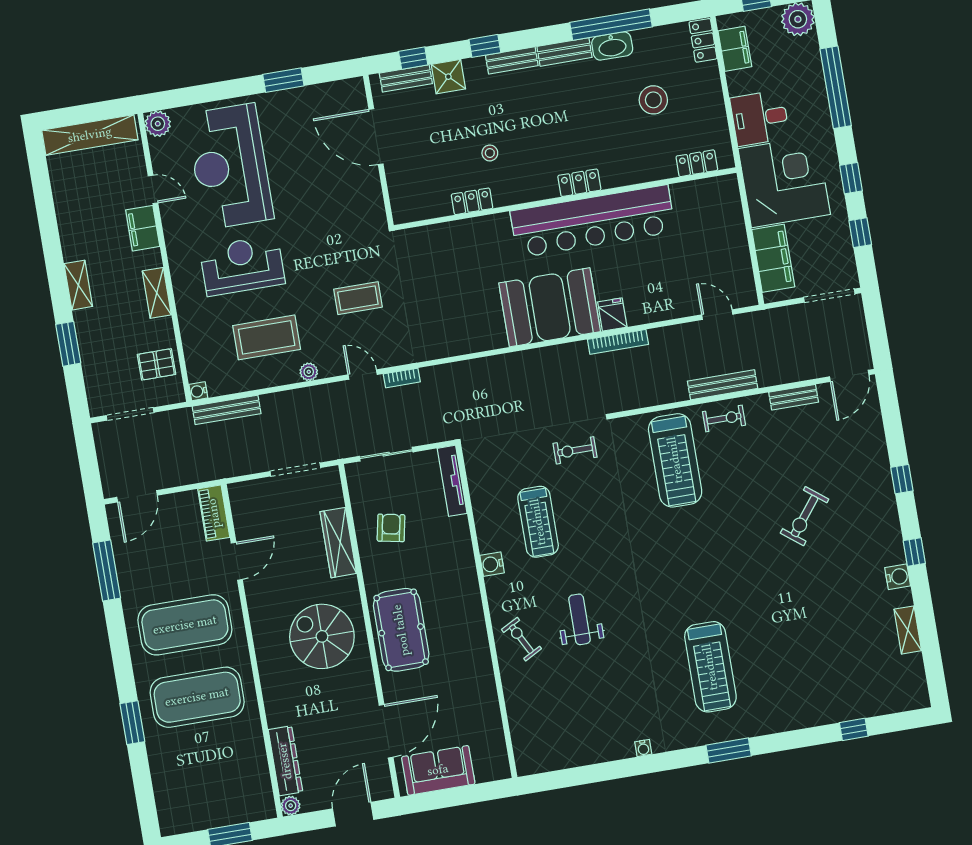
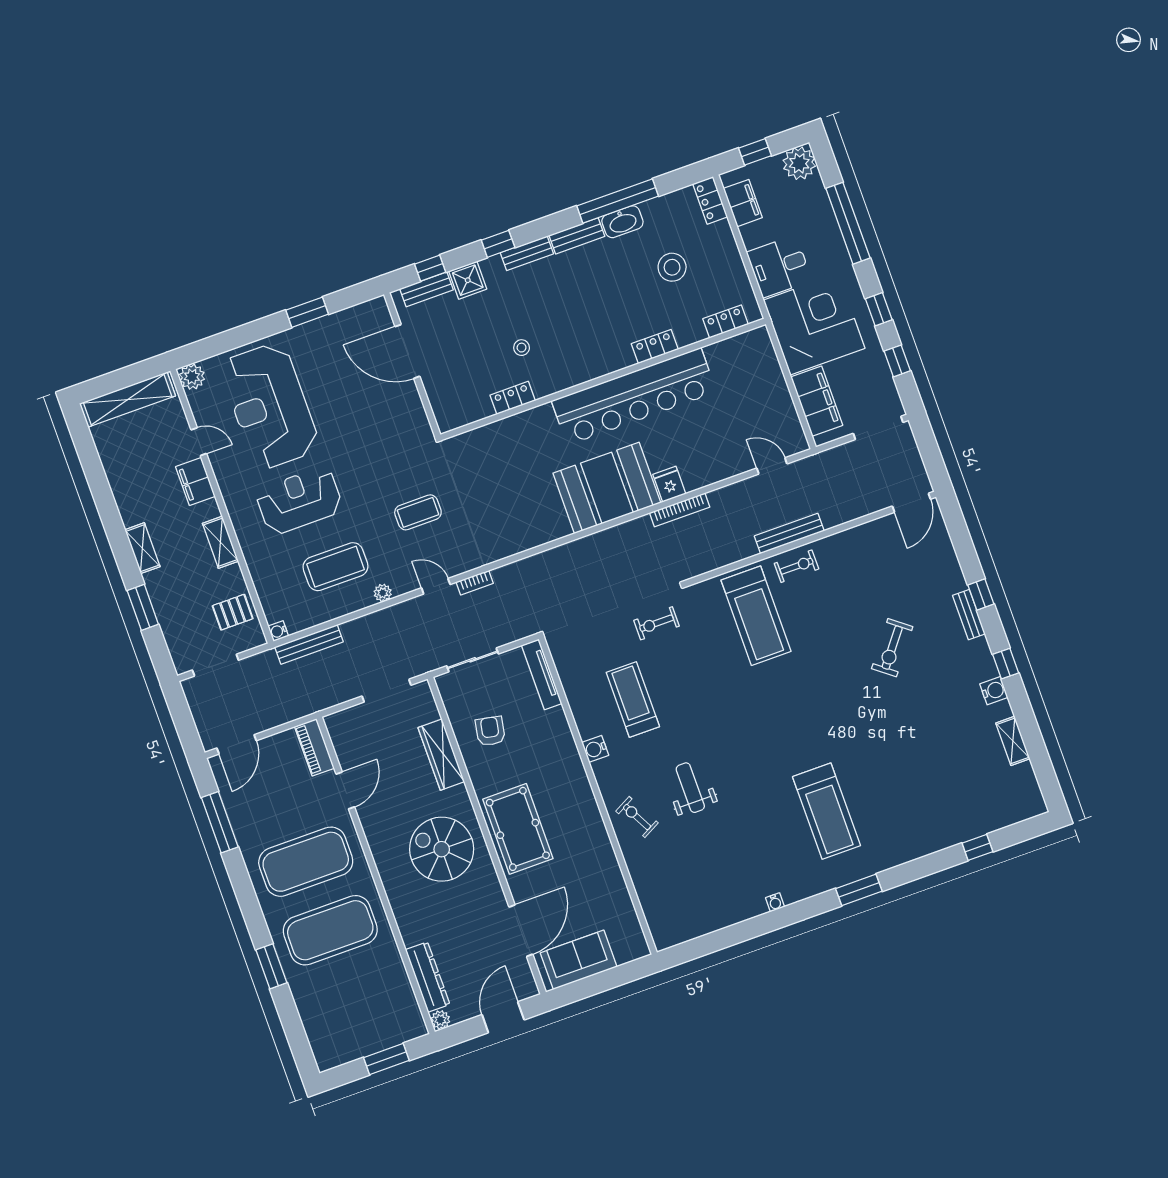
locker: (579, 183) -> (655, 347), moved
bench: (794, 397) -> (969, 615), moved, turned 90
treadmill: (538, 522) -> (633, 699), turned 180

